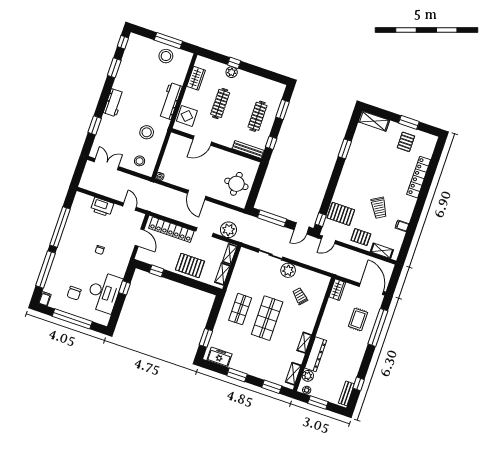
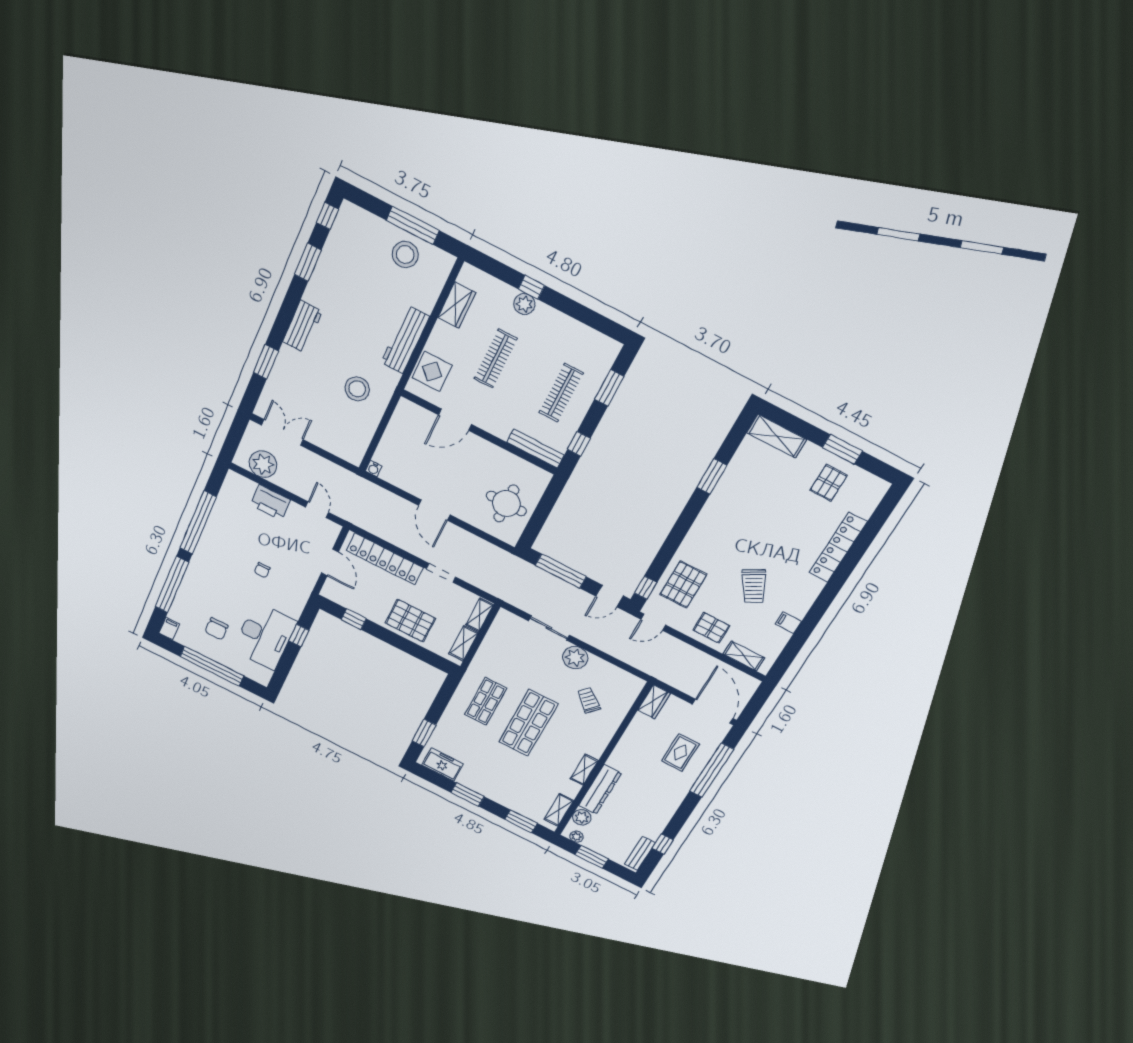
stool: (140, 161) -> (340, 436), removed
pallet: (341, 214) -> (683, 585), turned 90
plant: (228, 230) -> (263, 464), moved

